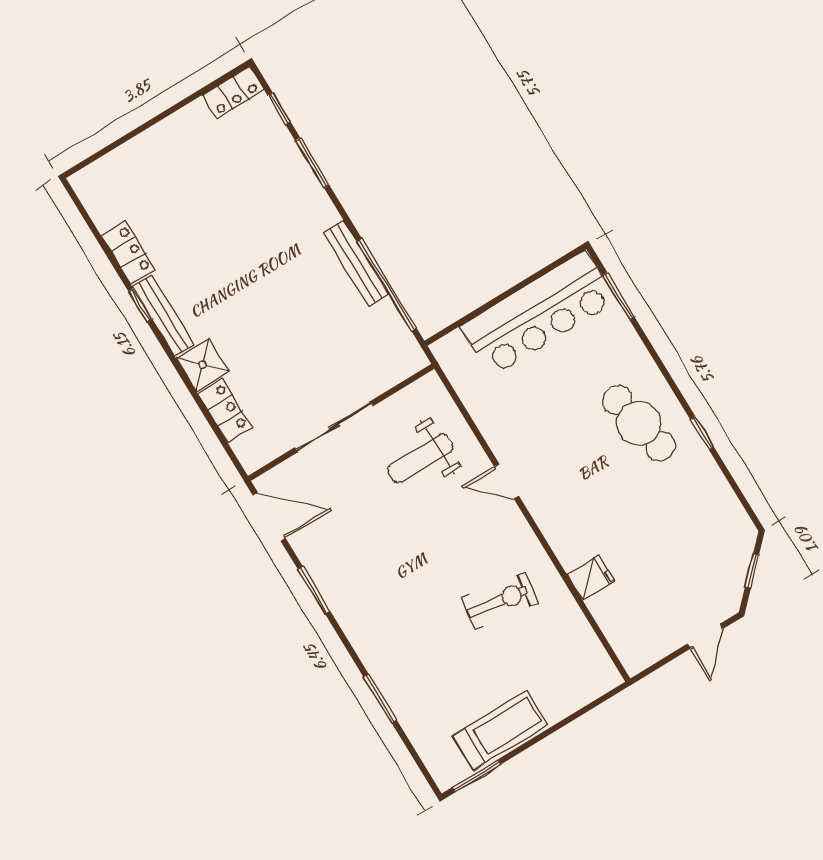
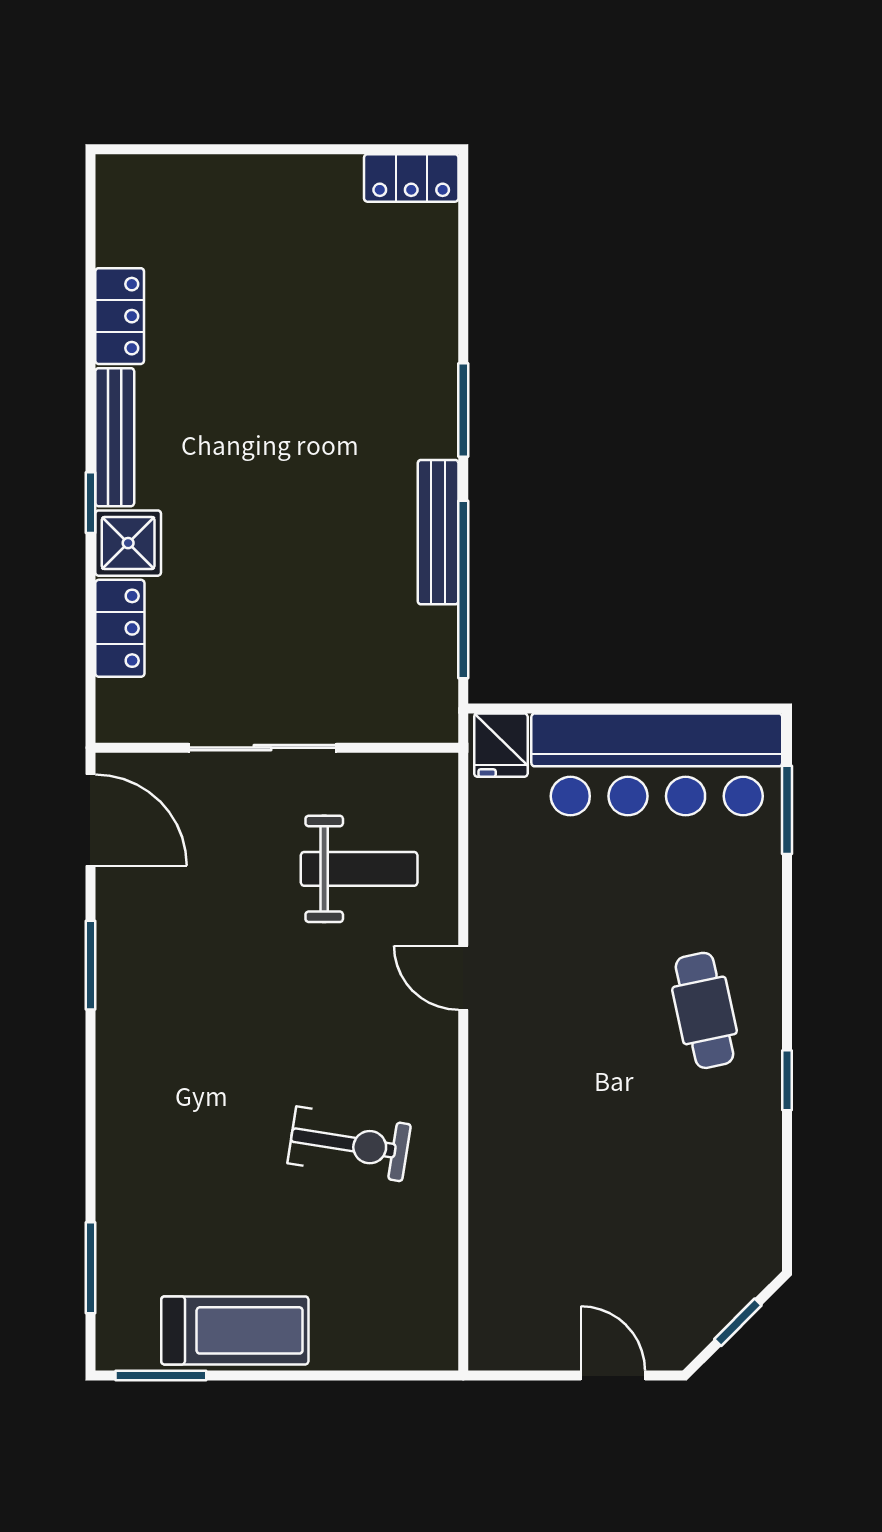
window: (279, 109) -> (463, 242), removed
window: (312, 163) -> (463, 410), moved
window: (140, 305) -> (90, 503), moved
cafe table: (639, 423) -> (704, 1010), width x0.73, depth x0.74
weight bench: (420, 458) -> (359, 869), turned 180
fridge: (591, 578) -> (501, 745), moved, turned 90
door: (705, 636) -> (613, 1376), swing flipped
window: (380, 698) -> (90, 1268), moved

